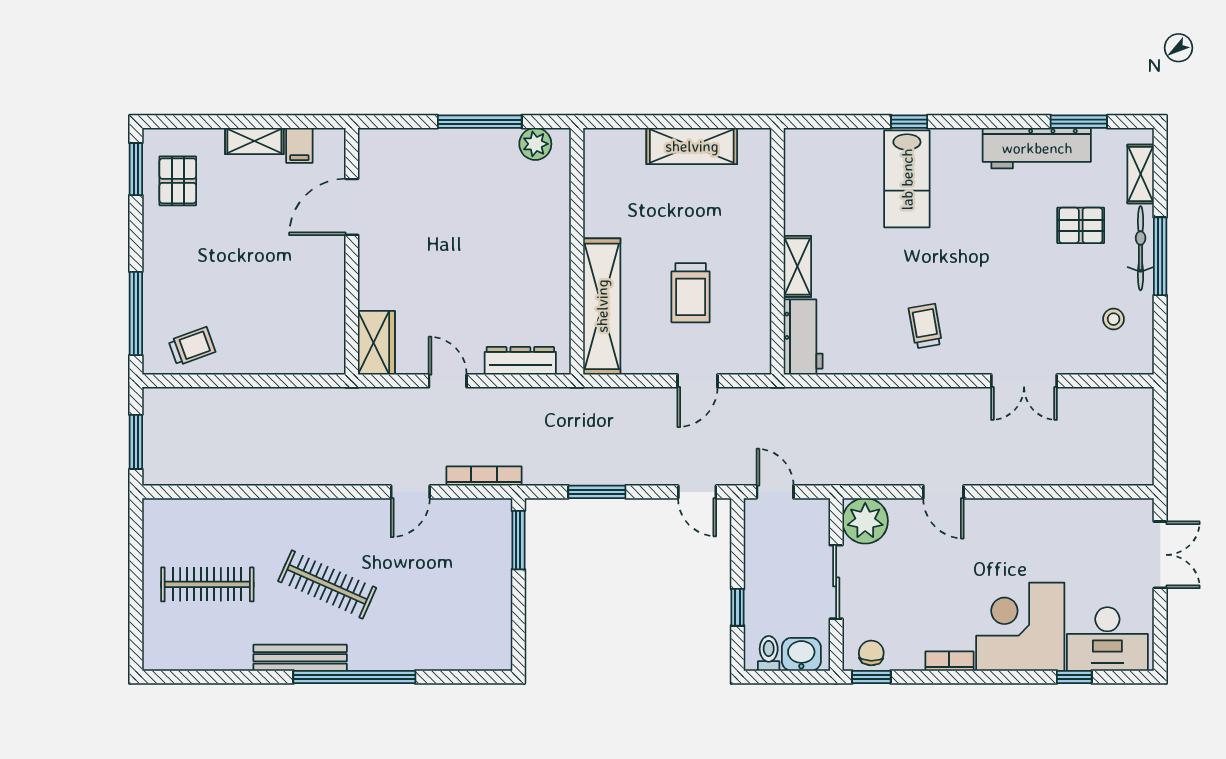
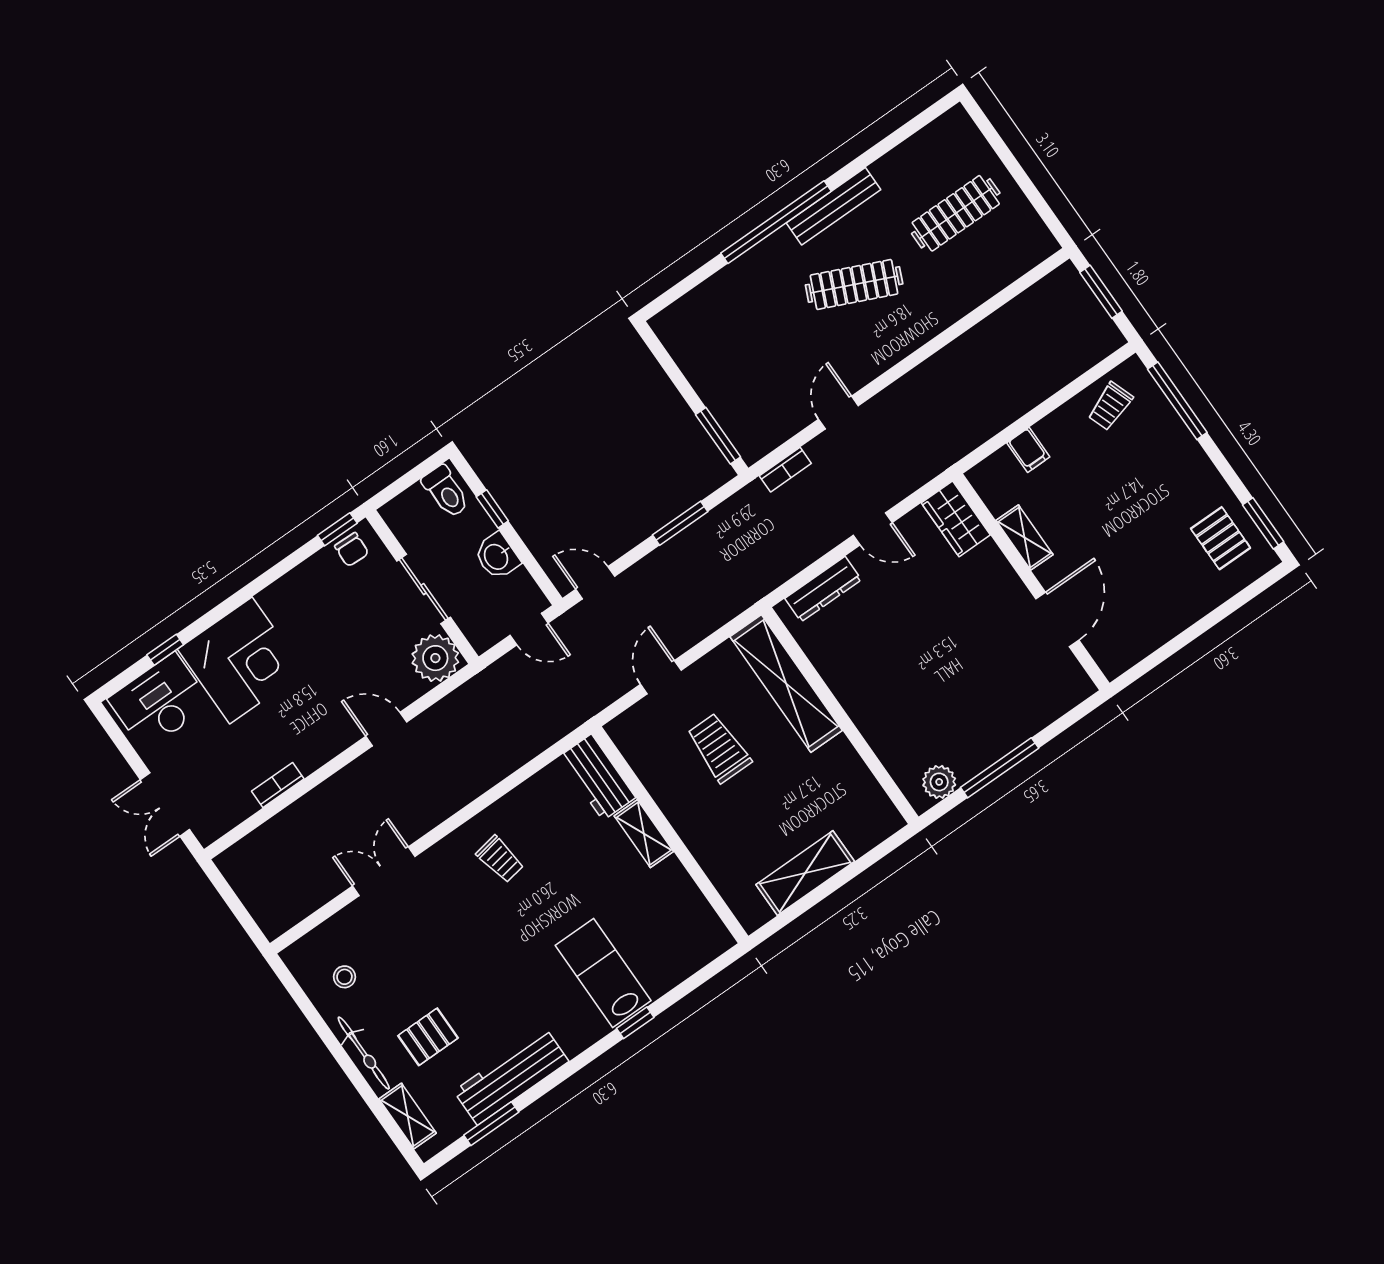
shelving: (254, 141) -> (1024, 537), moved, turned 90
filing cabinet: (299, 145) -> (1028, 450), moved, turned 180
window: (1160, 256) -> (342, 1058), removed
bookcase: (484, 476) -> (785, 470), width x0.64
toilet: (769, 653) -> (446, 492), width x1.37, depth x1.39
washbasin: (801, 654) -> (497, 556), moved, turned 90
bookcase: (949, 661) -> (278, 785), moved, turned 180

